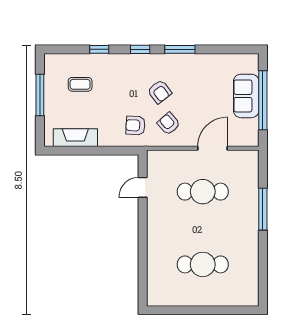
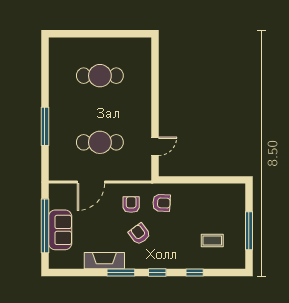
armchair: (169, 124) -> (131, 205), turned -139
fireplace: (75, 138) -> (104, 261), moved, turned 180

